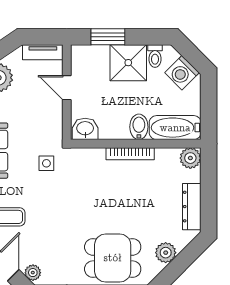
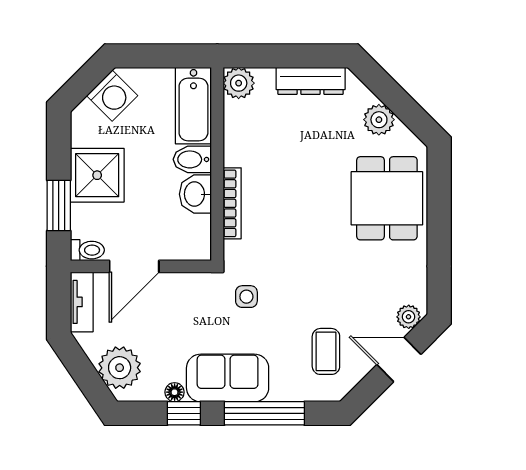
toilet: (155, 56) -> (87, 250), moved
door: (67, 88) -> (134, 266), width x1.38
washbasin: (85, 129) -> (195, 194), moved
bookcase: (130, 154) -> (232, 203), moved

